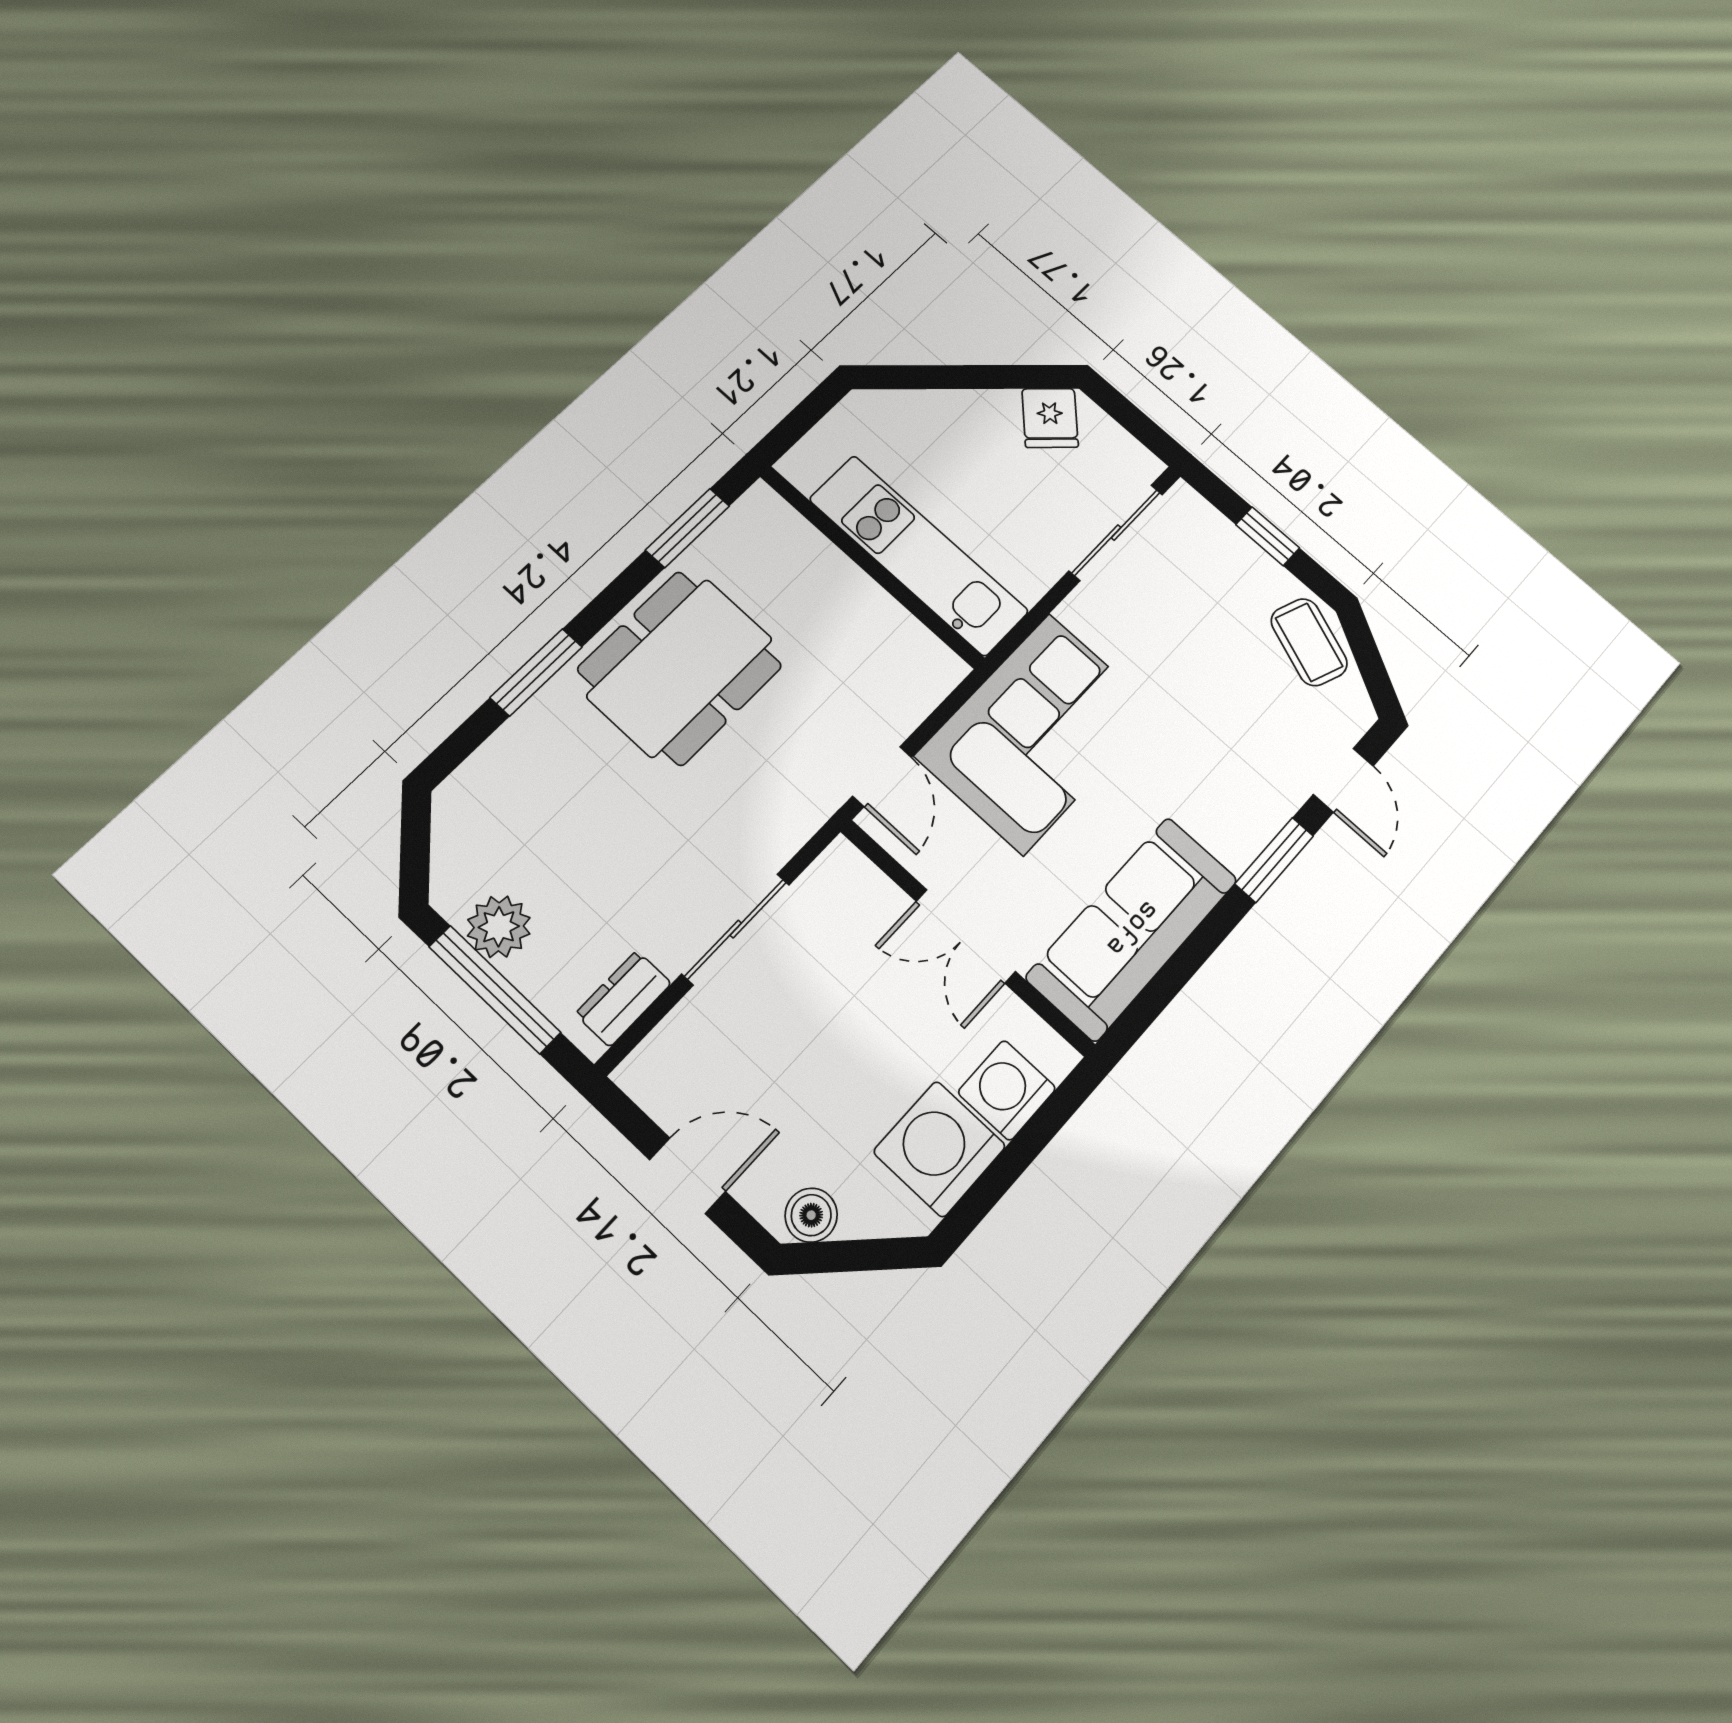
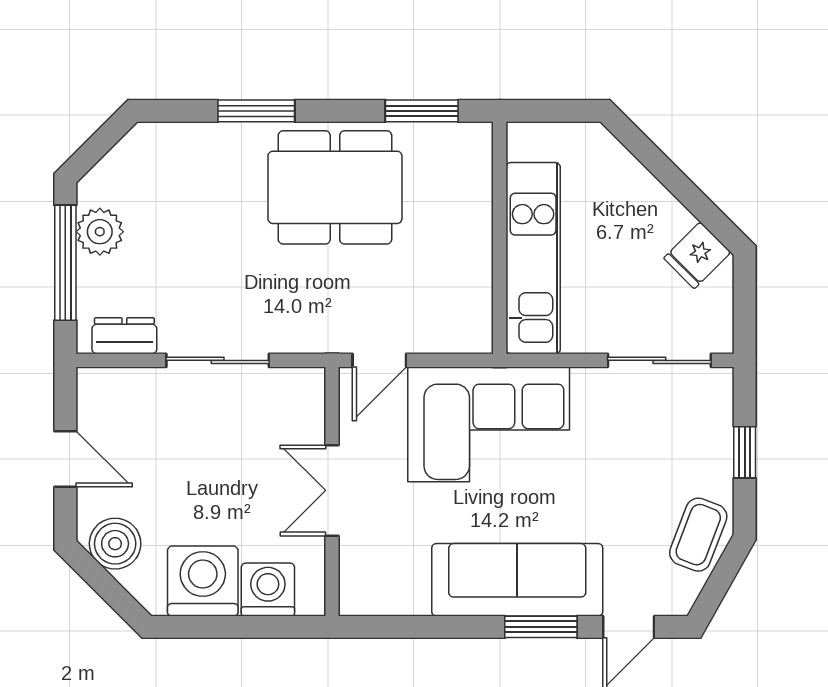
sofa: (1132, 928) -> (517, 580), moved
boiler: (811, 1215) -> (115, 544), width x1.36, depth x1.36

